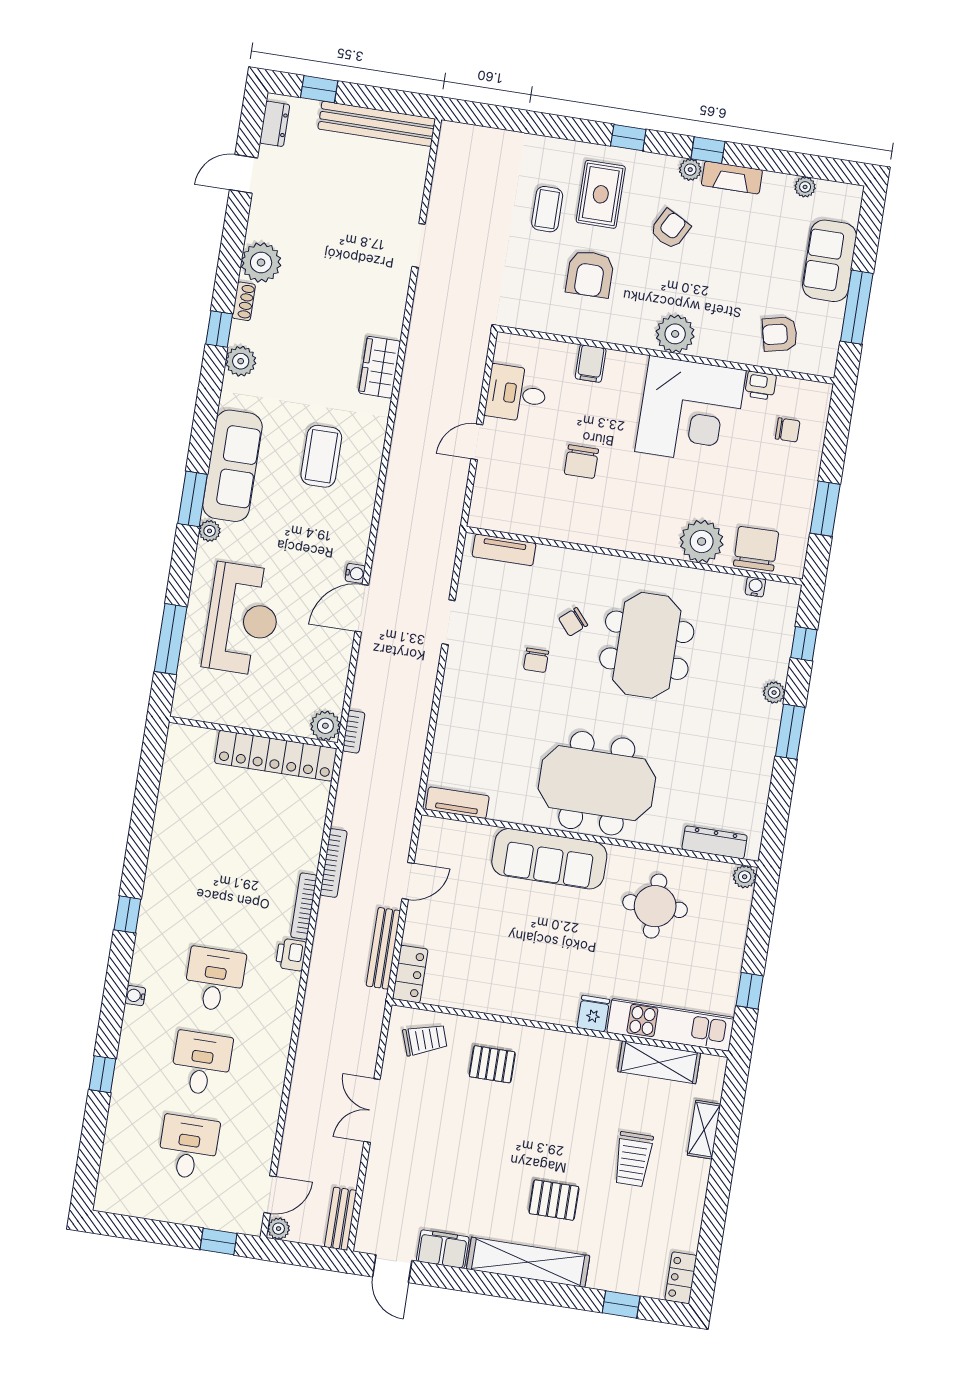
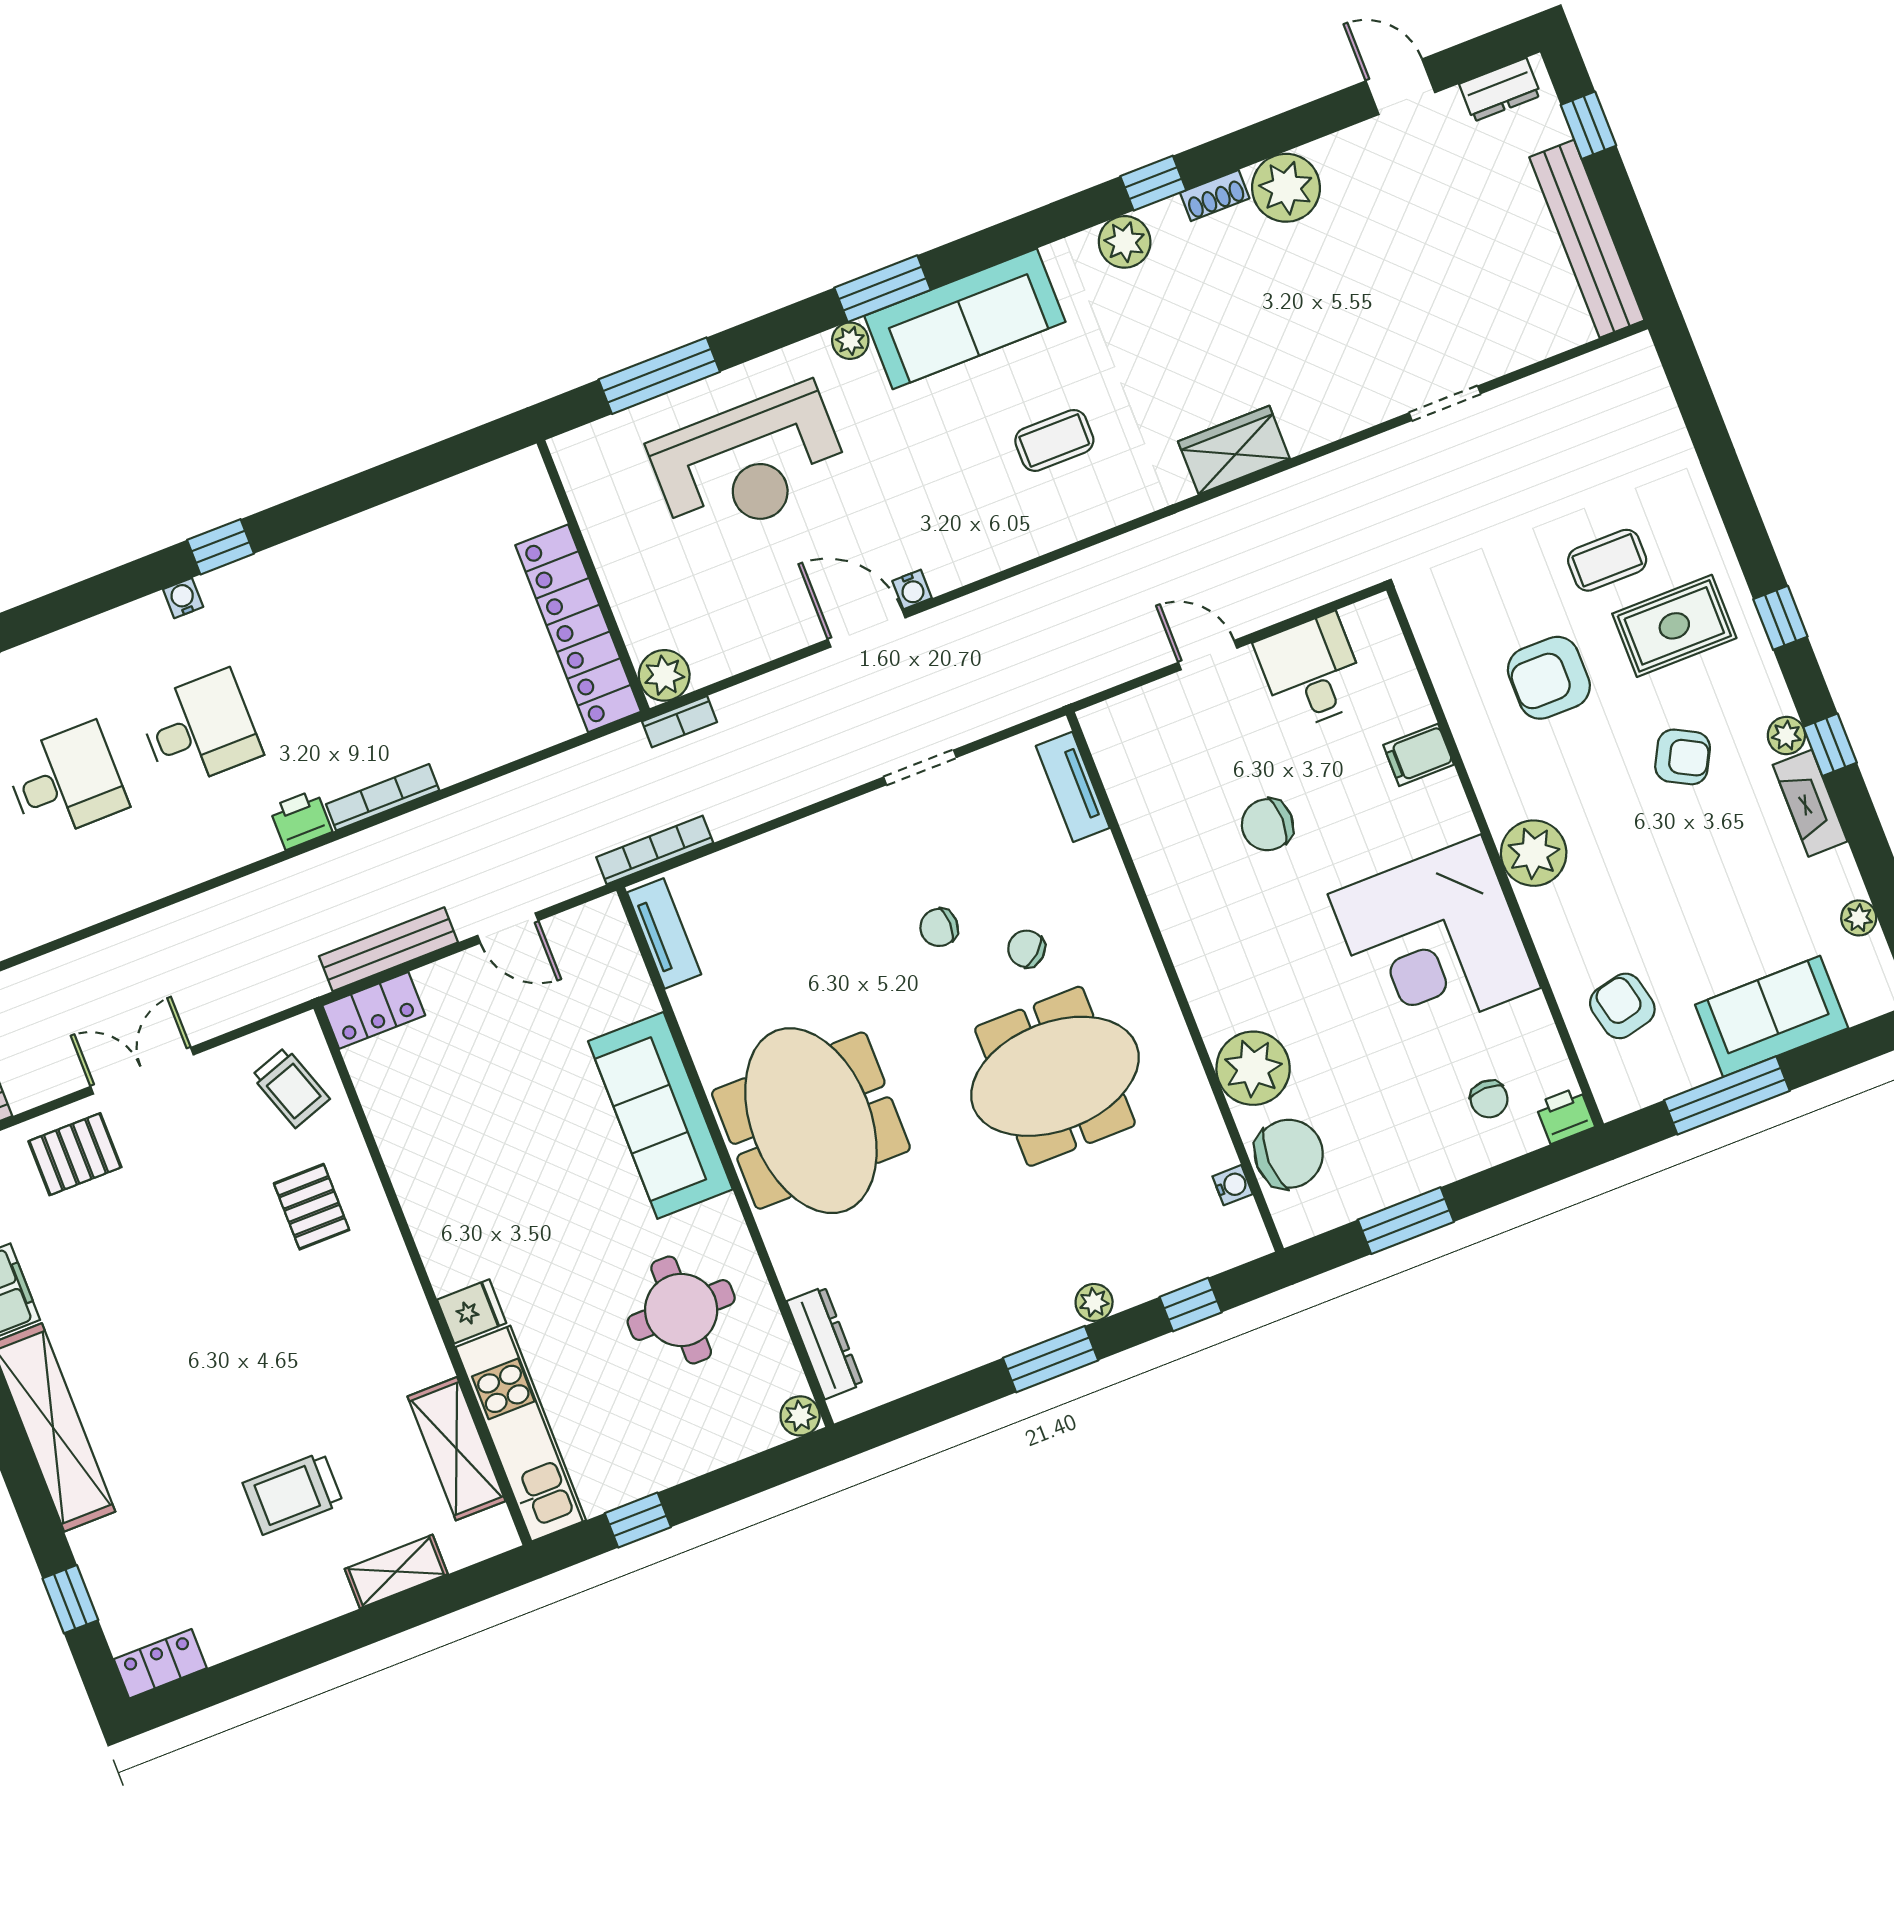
printer: (761, 386) -> (1565, 1115), moved, turned 90
coffee table: (321, 456) -> (1054, 440), width x0.73, depth x0.77
bookcase: (333, 863) -> (655, 850), moved, turned 180
water cooler: (135, 996) -> (183, 598), moved
pallet: (554, 1200) -> (75, 1154), moved, turned 90

